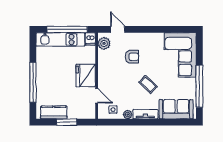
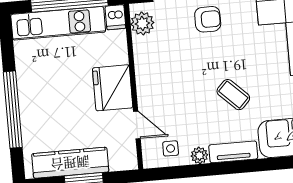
armchair: (132, 57) -> (208, 19), moved
kitchen counter: (54, 112) -> (70, 163), width x1.50

